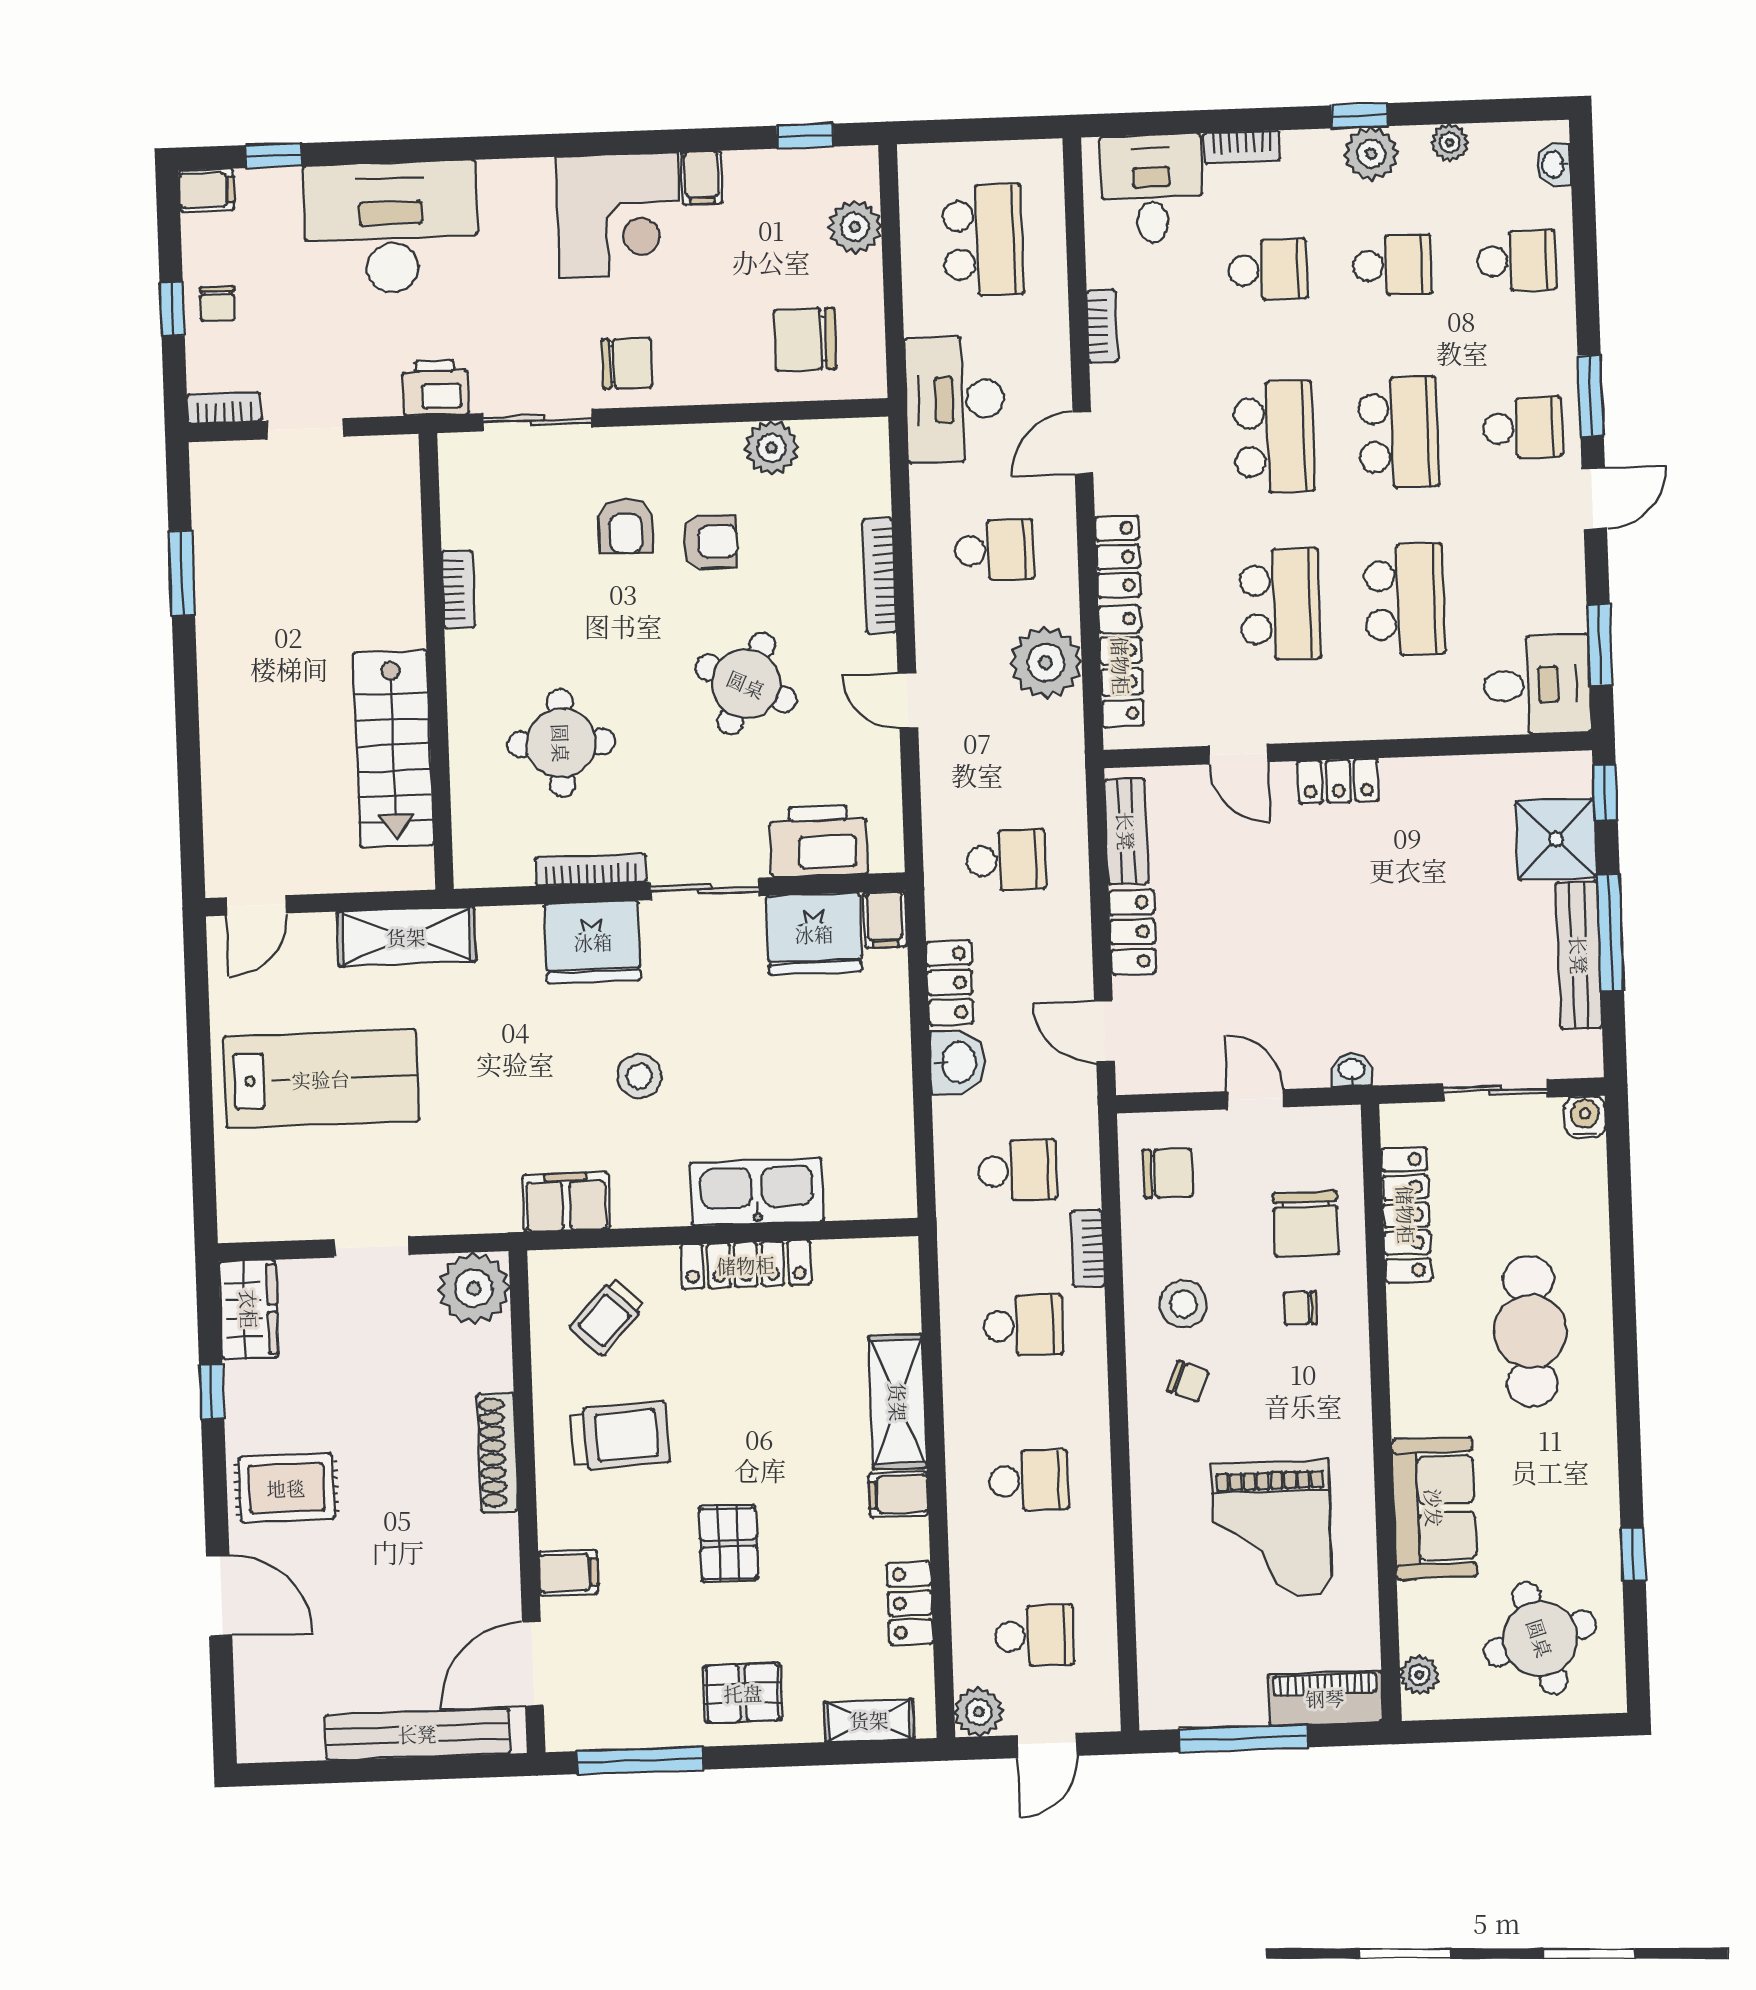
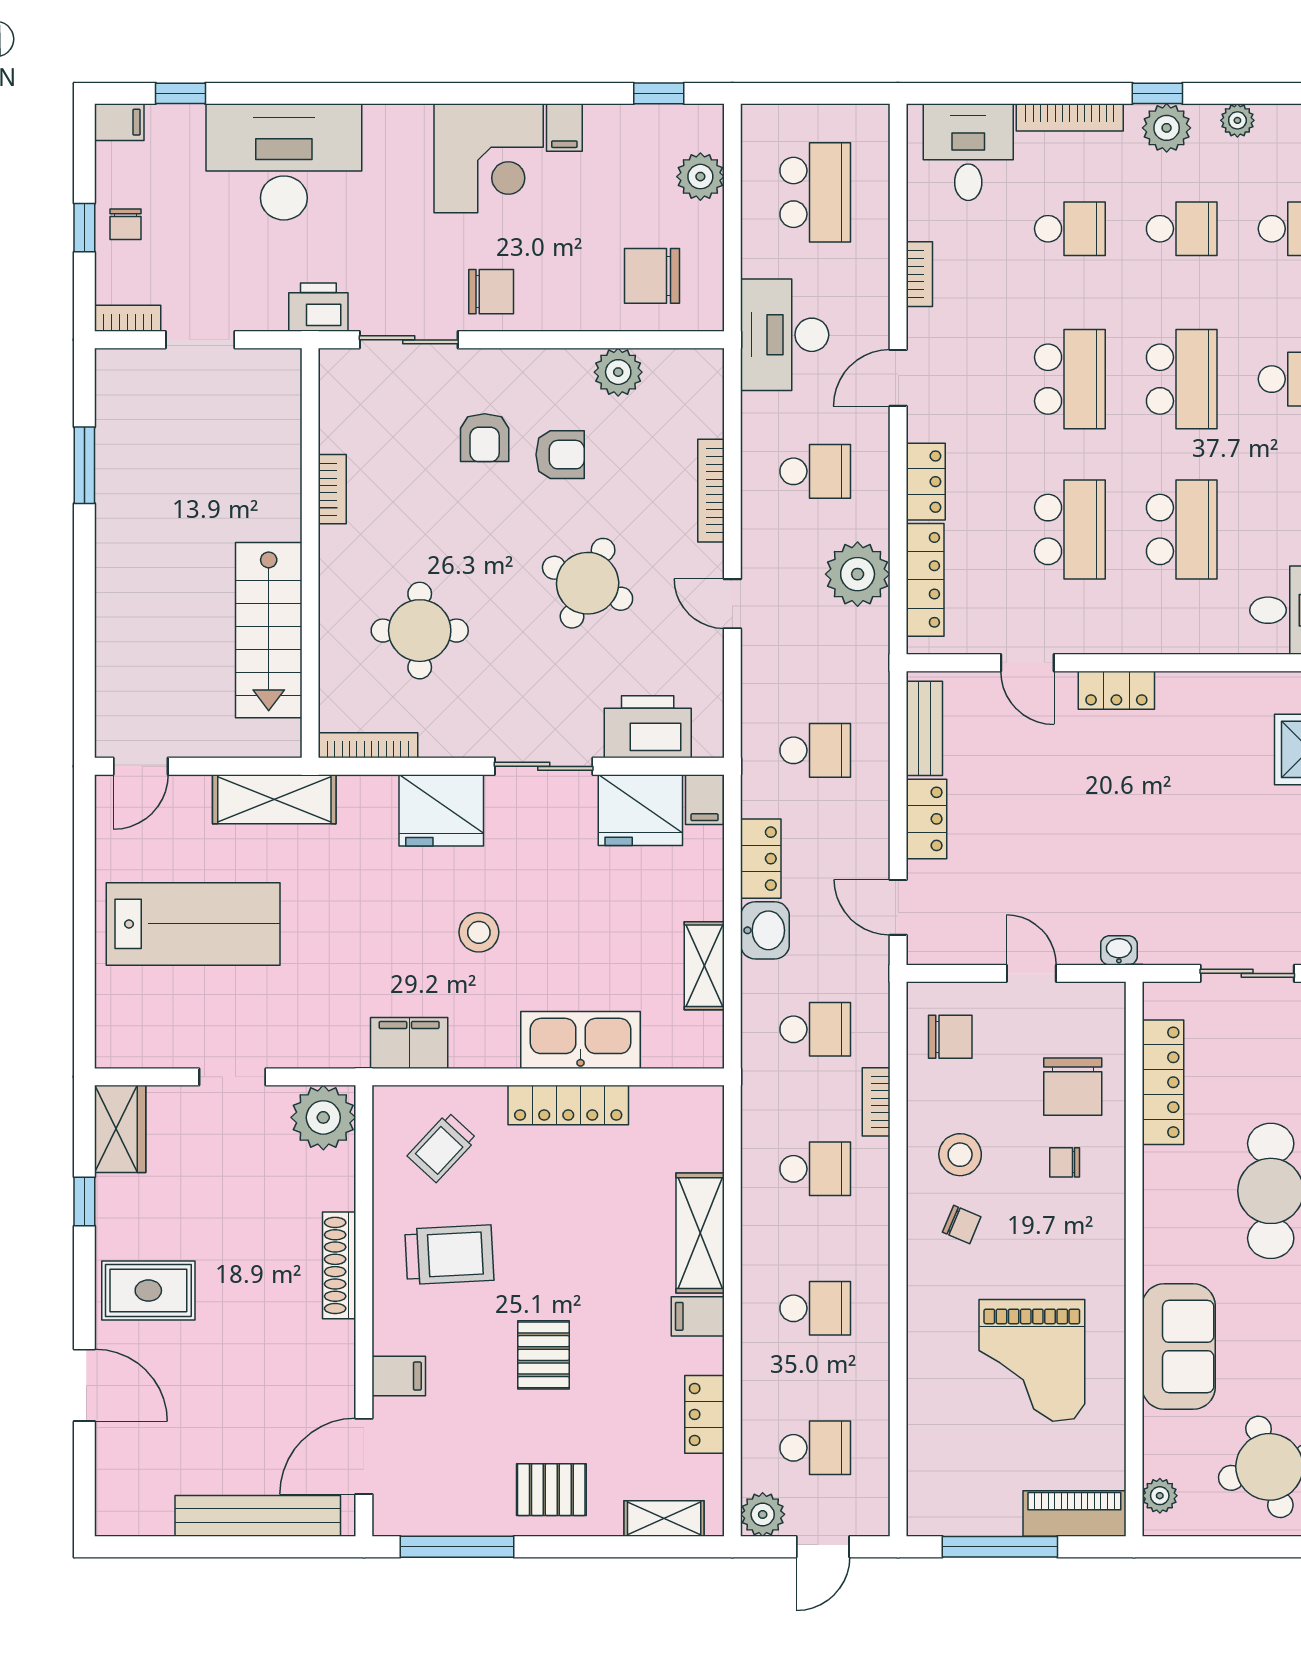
bookcase: (1242, 147) -> (1070, 117), width x1.56
bookcase: (591, 870) -> (368, 745), moved
shelving: (891, 1104) -> (704, 966), added

